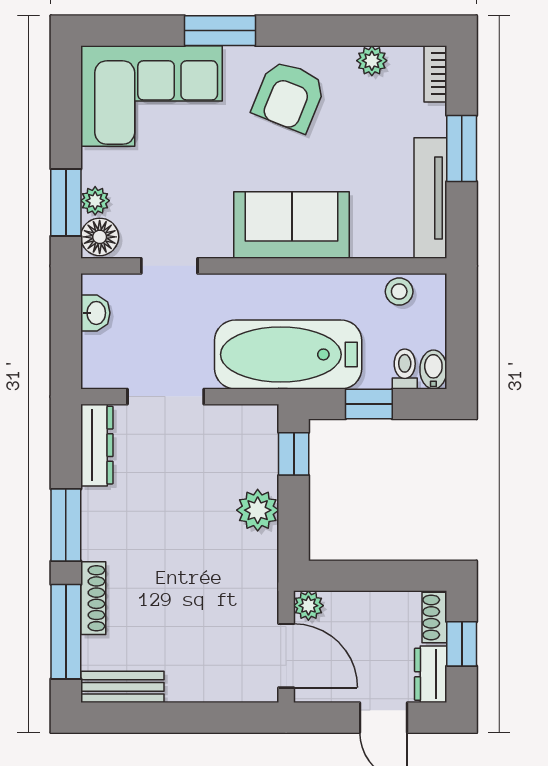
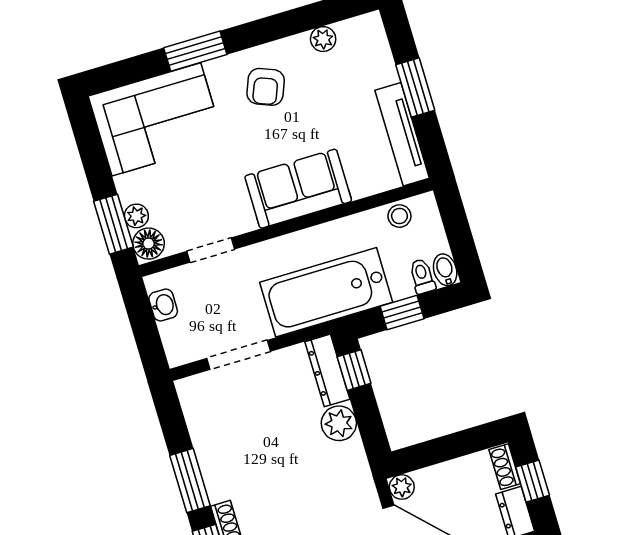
bookcase: (435, 74) -> (377, 34), removed
armchair: (289, 96) -> (266, 87), width x0.72, depth x0.72
dresser: (97, 445) -> (327, 370), moved, turned 180

